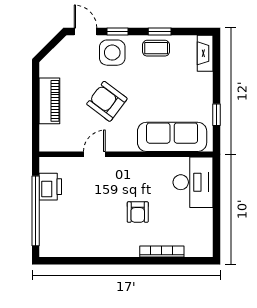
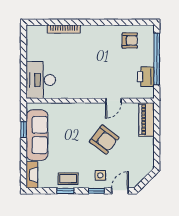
door: (85, 32) -> (120, 191), swing flipped
side table: (112, 53) -> (100, 175), width x0.54, depth x0.54
piano: (49, 101) -> (147, 119), moved
sofa: (172, 137) -> (37, 135), moved, turned -90
armchair: (138, 212) -> (130, 40), moved, turned 90

